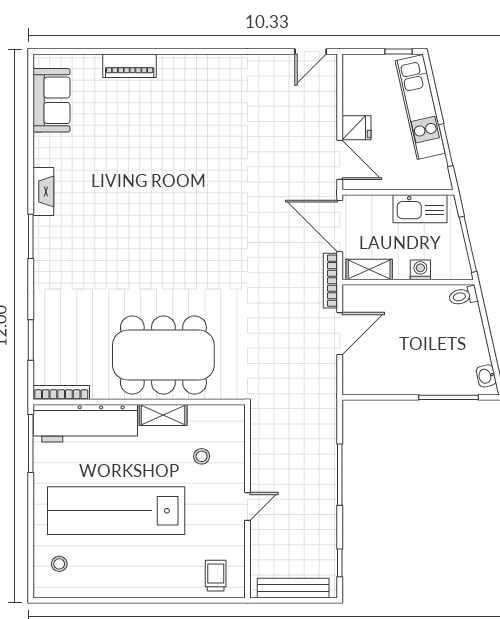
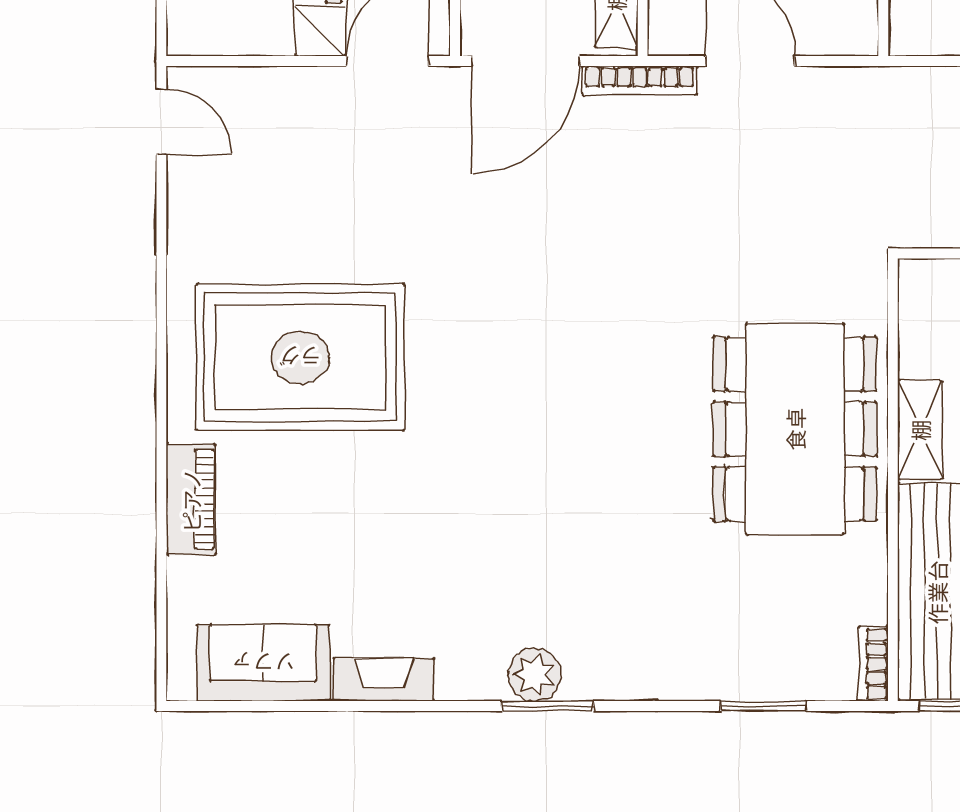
rug: (198, 118) -> (300, 357), added
fireplace: (43, 191) -> (384, 680), moved
plant: (46, 230) -> (534, 675), added
bookcase: (61, 393) -> (873, 664), width x0.64

